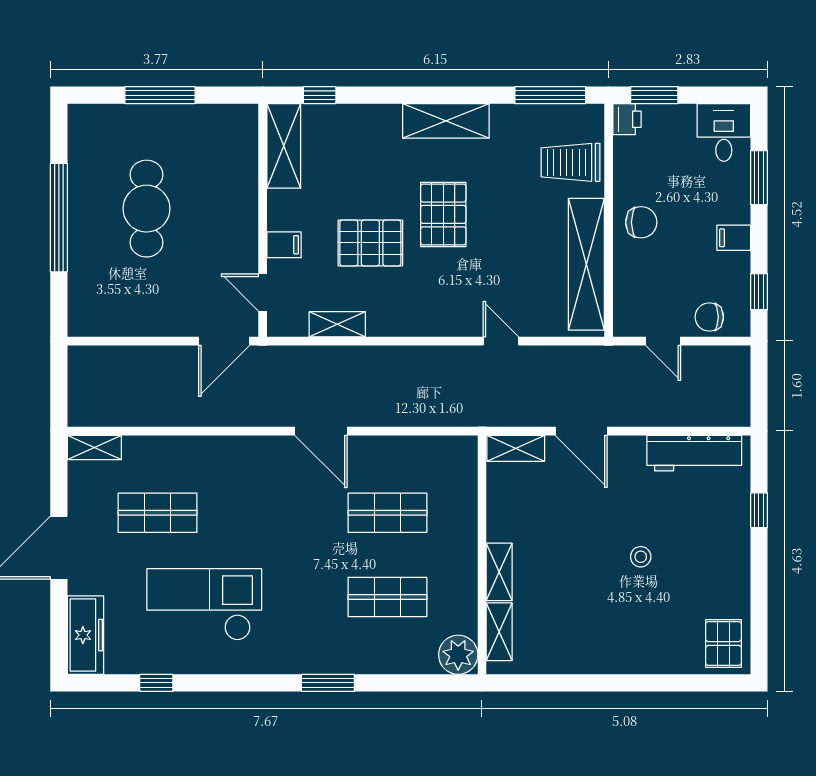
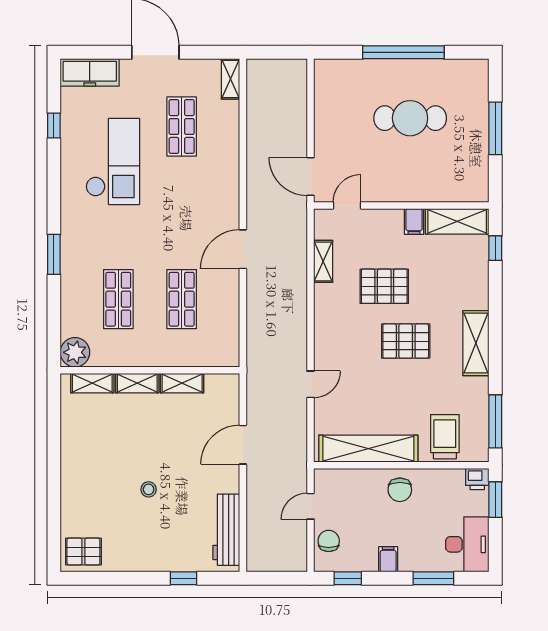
desk: (724, 132) -> (467, 544), width x1.37
pallet: (370, 243) -> (384, 286), turned 90
filing cabinet: (284, 245) -> (414, 222), moved
shelving: (516, 448) -> (182, 383), moved, turned 90

